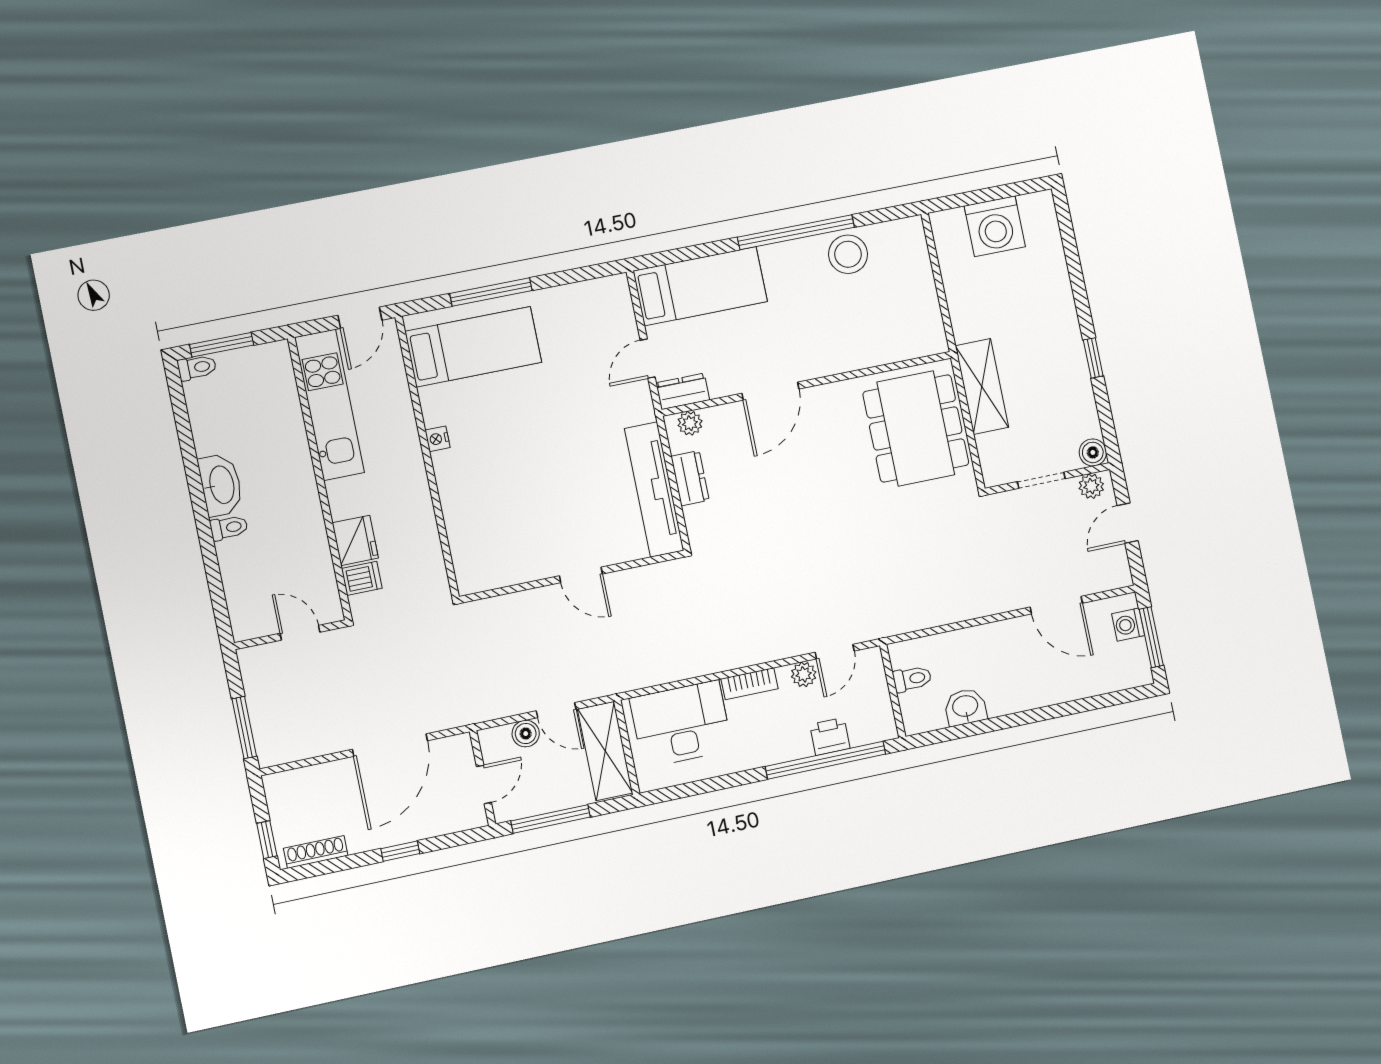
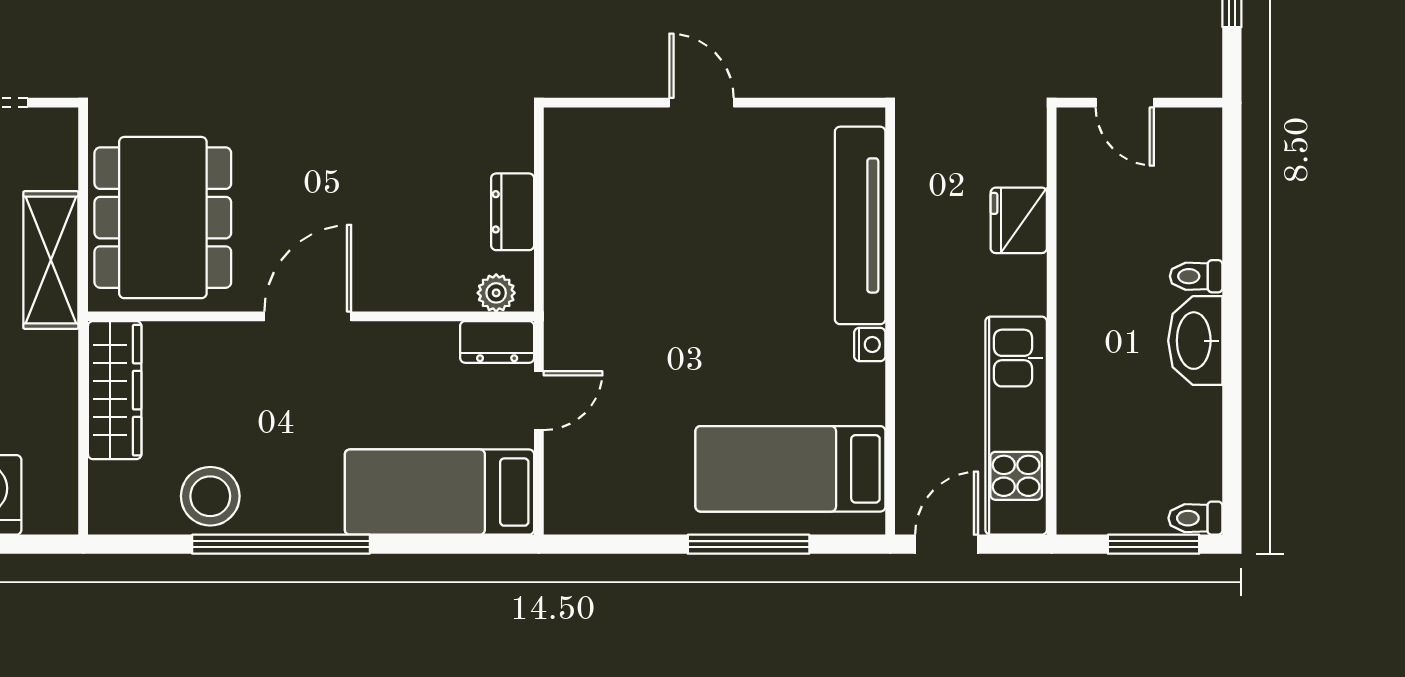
wardrobe: (924, 311) -> (115, 390), added
door: (770, 391) -> (308, 316), moved
tv unit: (654, 489) -> (860, 225), moved, turned 180
dishwasher: (362, 578) -> (1020, 163), removed

